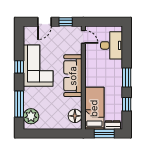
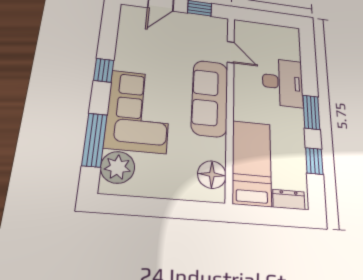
door: (83, 37) -> (231, 52), moved
desk: (112, 45) -> (283, 82), moved
corner sofa: (38, 66) -> (139, 111), moved
window: (104, 134) -> (272, 216), removed

